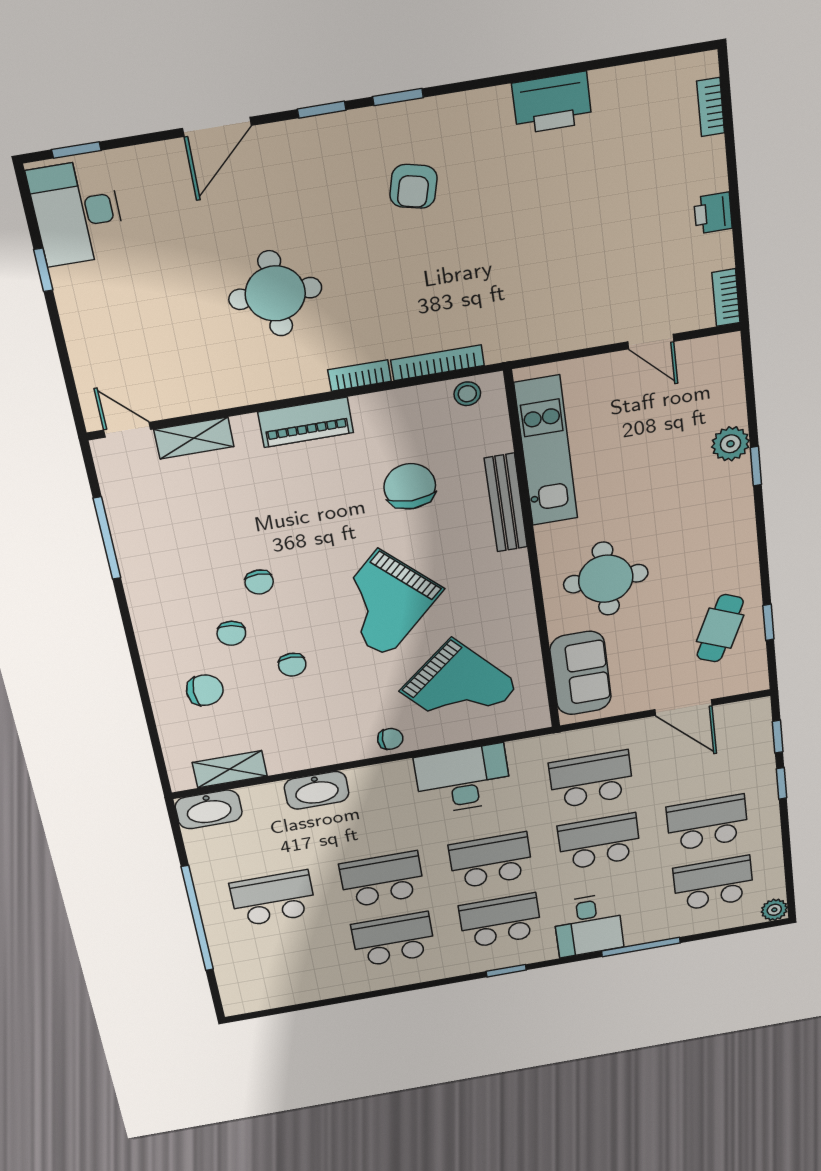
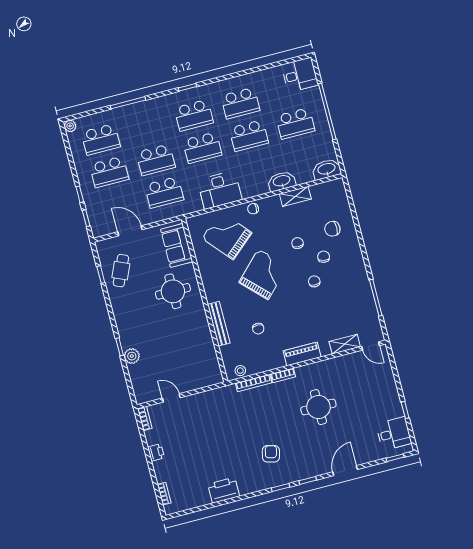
desk: (77, 213) -> (394, 434), width x0.73
kitchen unit: (546, 451) -> (206, 348), removed
chair: (410, 486) -> (258, 329), width x0.54, depth x0.54
shelving: (230, 769) -> (295, 196), moved
desk: (588, 925) -> (300, 75), moved, turned 90

